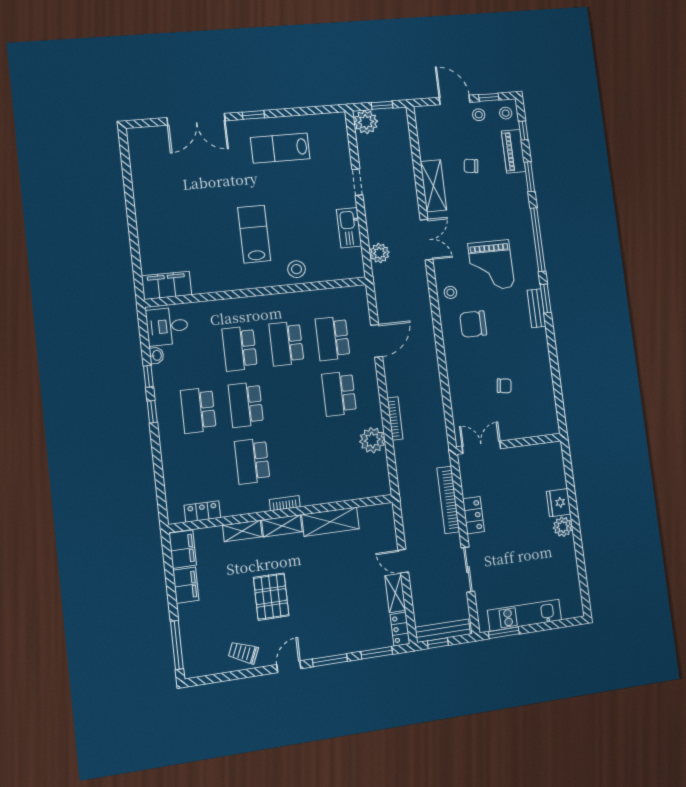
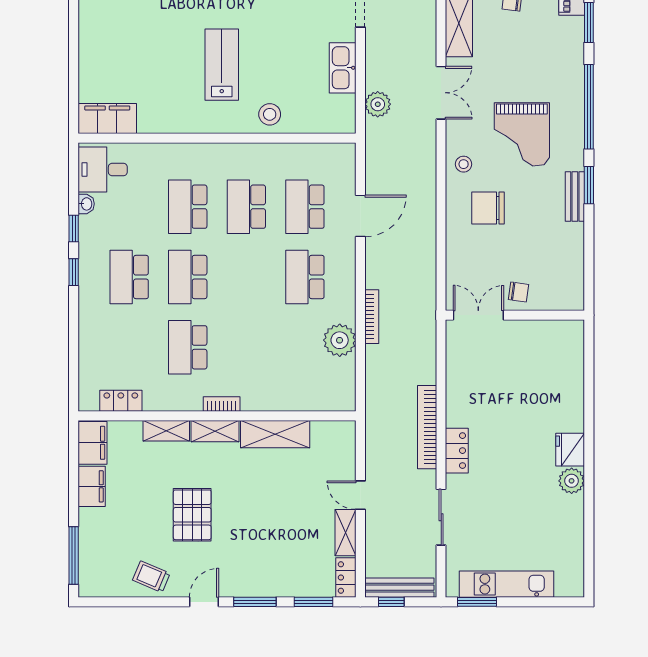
wall: (509, 444) -> (515, 315), moved
double door: (481, 447) -> (478, 315), moved

